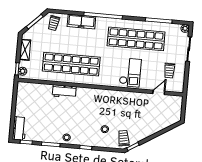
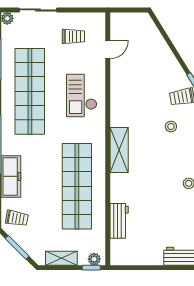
checkout: (130, 73) -> (82, 96), turned -90
workbench: (64, 91) -> (119, 221), moved
door: (159, 92) -> (108, 49), swing flipped
shelving: (92, 94) -> (119, 150), added

